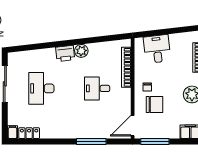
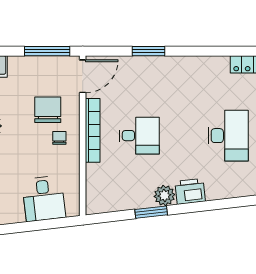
window: (90, 40) -> (151, 212), added
bookcase: (126, 67) -> (93, 130), moved
chair: (155, 105) -> (48, 110), turned 90
window: (91, 141) -> (148, 51), width x0.69

